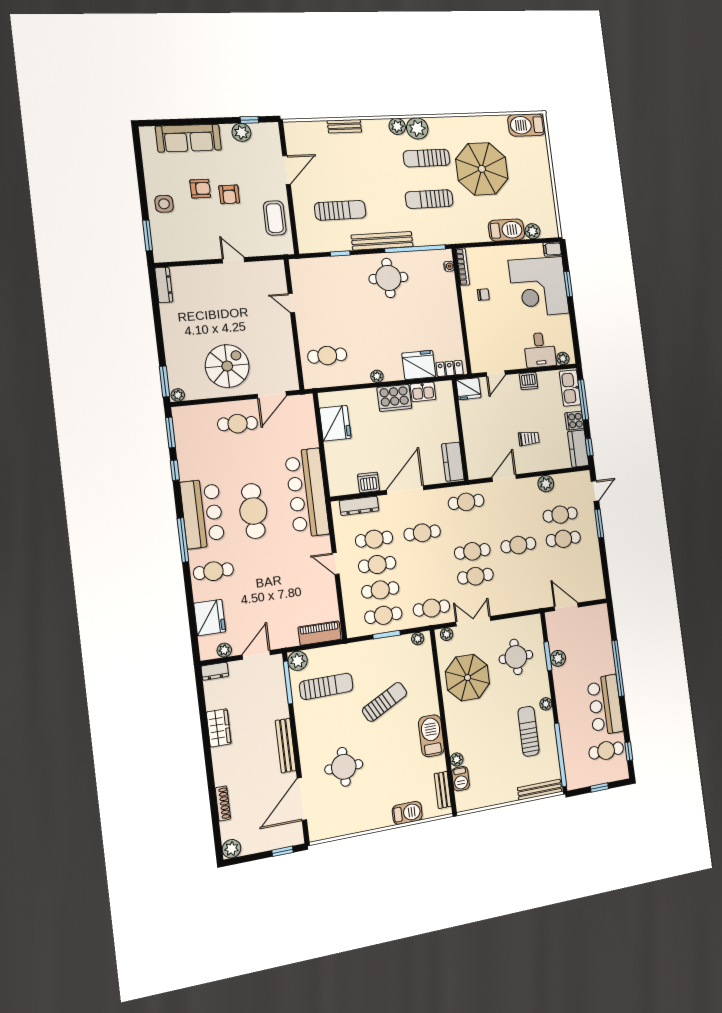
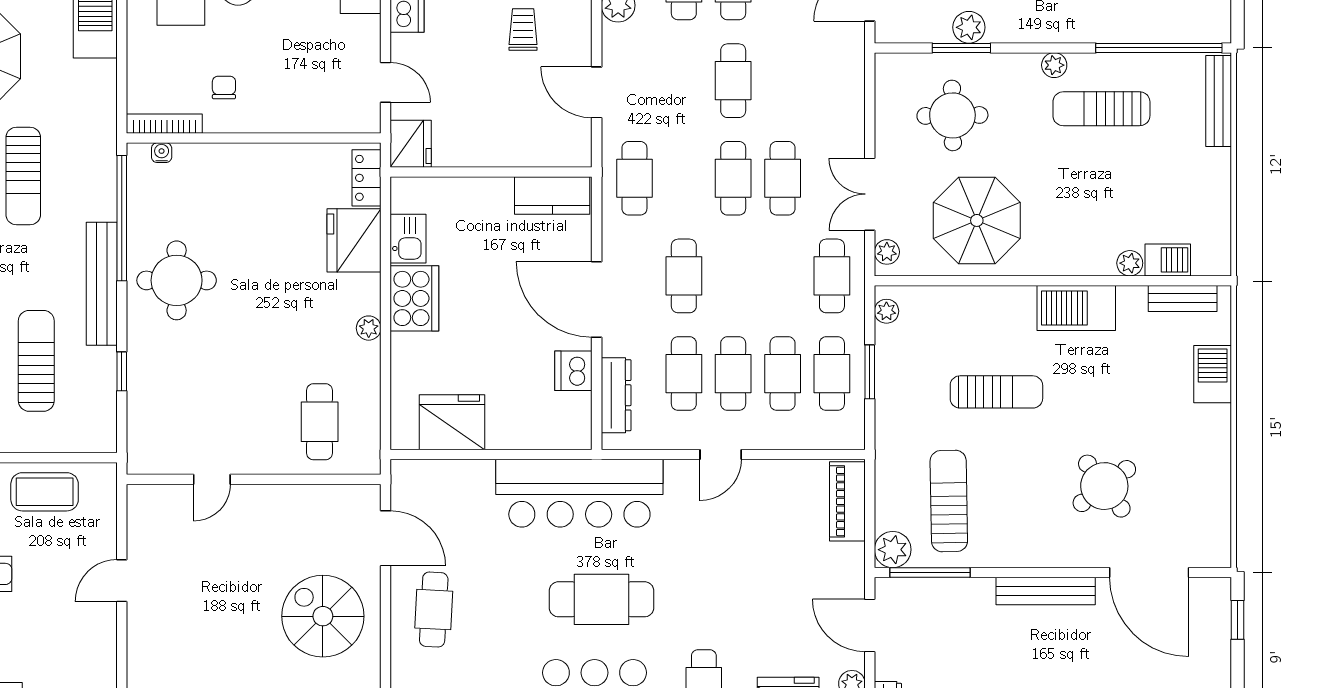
sun lounger: (385, 702) -> (996, 392), turned 118
round table: (344, 767) -> (1104, 486), turned -37

